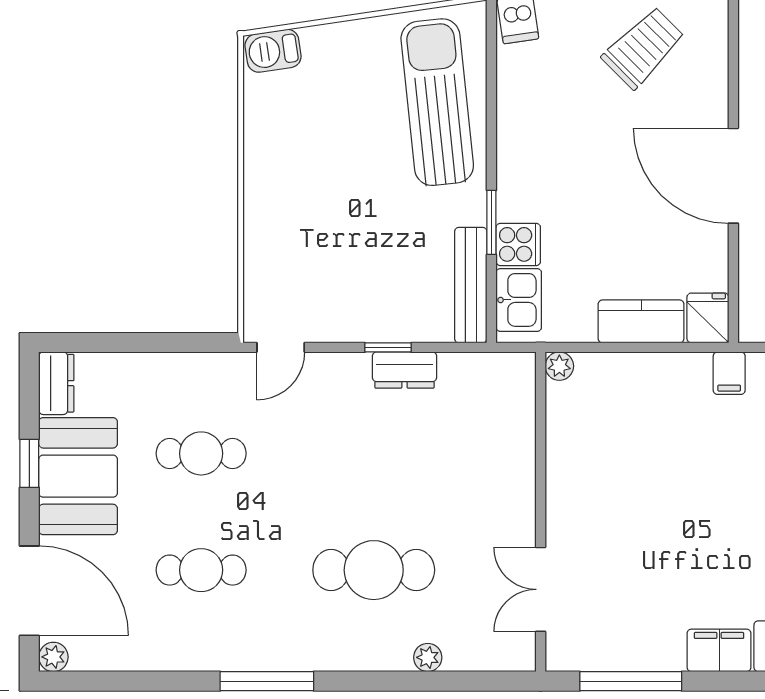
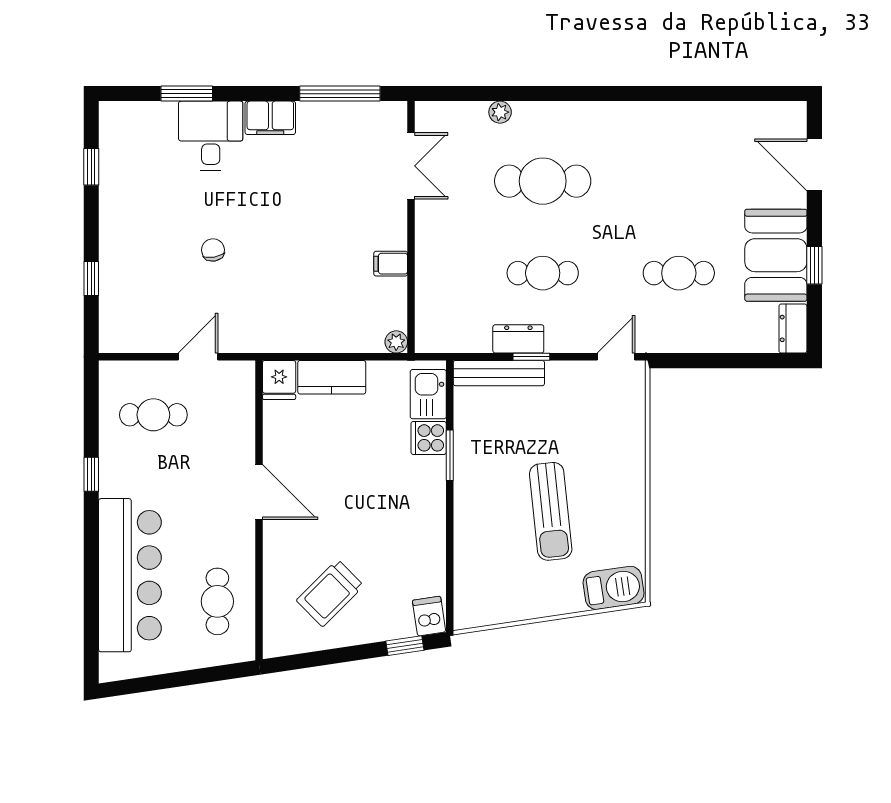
barbecue: (273, 51) -> (614, 588), width x1.38, depth x1.27
sun lounger: (437, 102) -> (551, 511), moved, width x0.73, depth x0.75
door: (733, 176) -> (259, 492), width x0.73
bench: (471, 285) -> (499, 373), moved, turned 90
filing cabinet: (729, 373) -> (391, 264), moved, turned -90
cafe table: (201, 570) -> (543, 273), moved
door: (29, 591) -> (814, 165), width x0.73
plant: (53, 657) -> (795, 113), removed
window: (267, 681) -> (627, 94), removed

